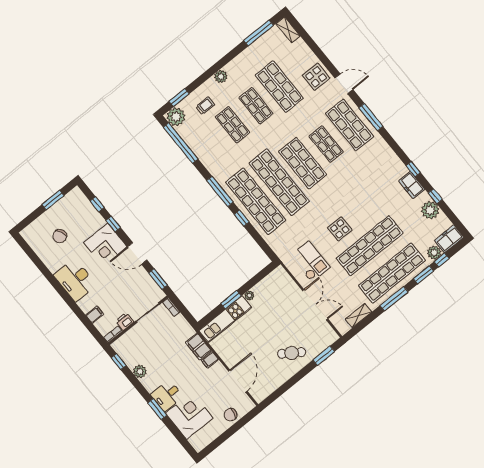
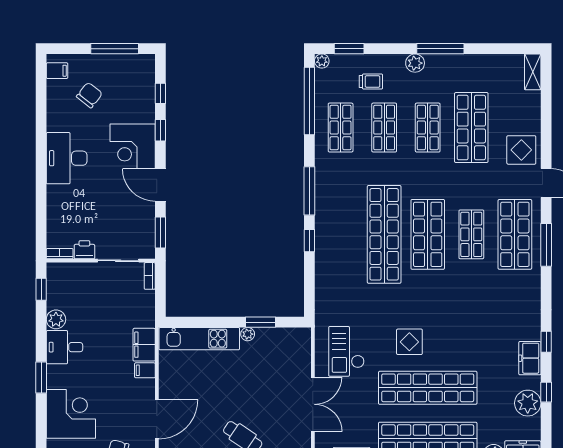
window: (259, 33) -> (440, 49), moved
plant: (176, 117) -> (322, 61), width x0.53, depth x0.53
window: (53, 200) -> (115, 49), width x1.44
shop shelf: (256, 201) -> (341, 128), moved, width x0.50, depth x0.74
chair: (60, 236) -> (89, 95), turned 150
checkout: (310, 262) -> (346, 351), turned 180
window: (231, 300) -> (261, 322), moved
filing cabinet: (95, 315) -> (57, 71), moved
desk: (167, 396) -> (65, 347), moved

